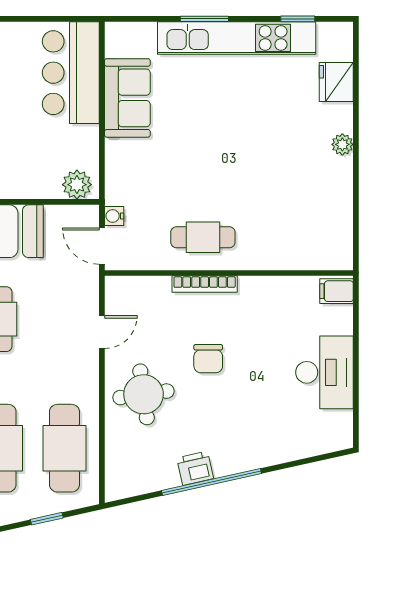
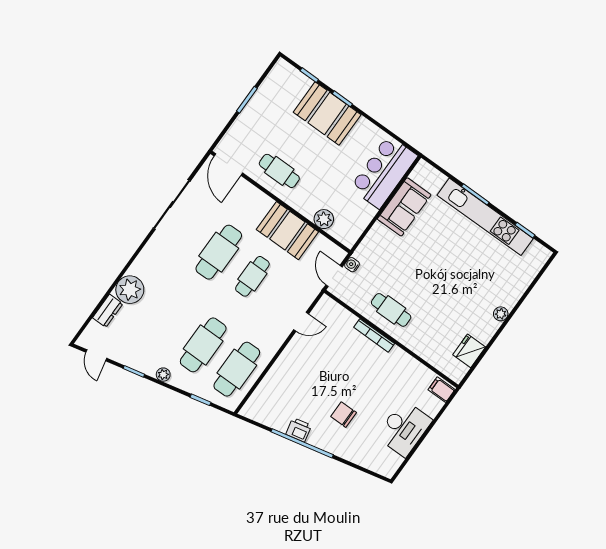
fridge: (336, 82) -> (469, 351), moved
plant: (77, 185) -> (324, 219), moved
chair: (208, 359) -> (344, 415), moved, turned 90
round table: (144, 394) -> (299, 371), removed

